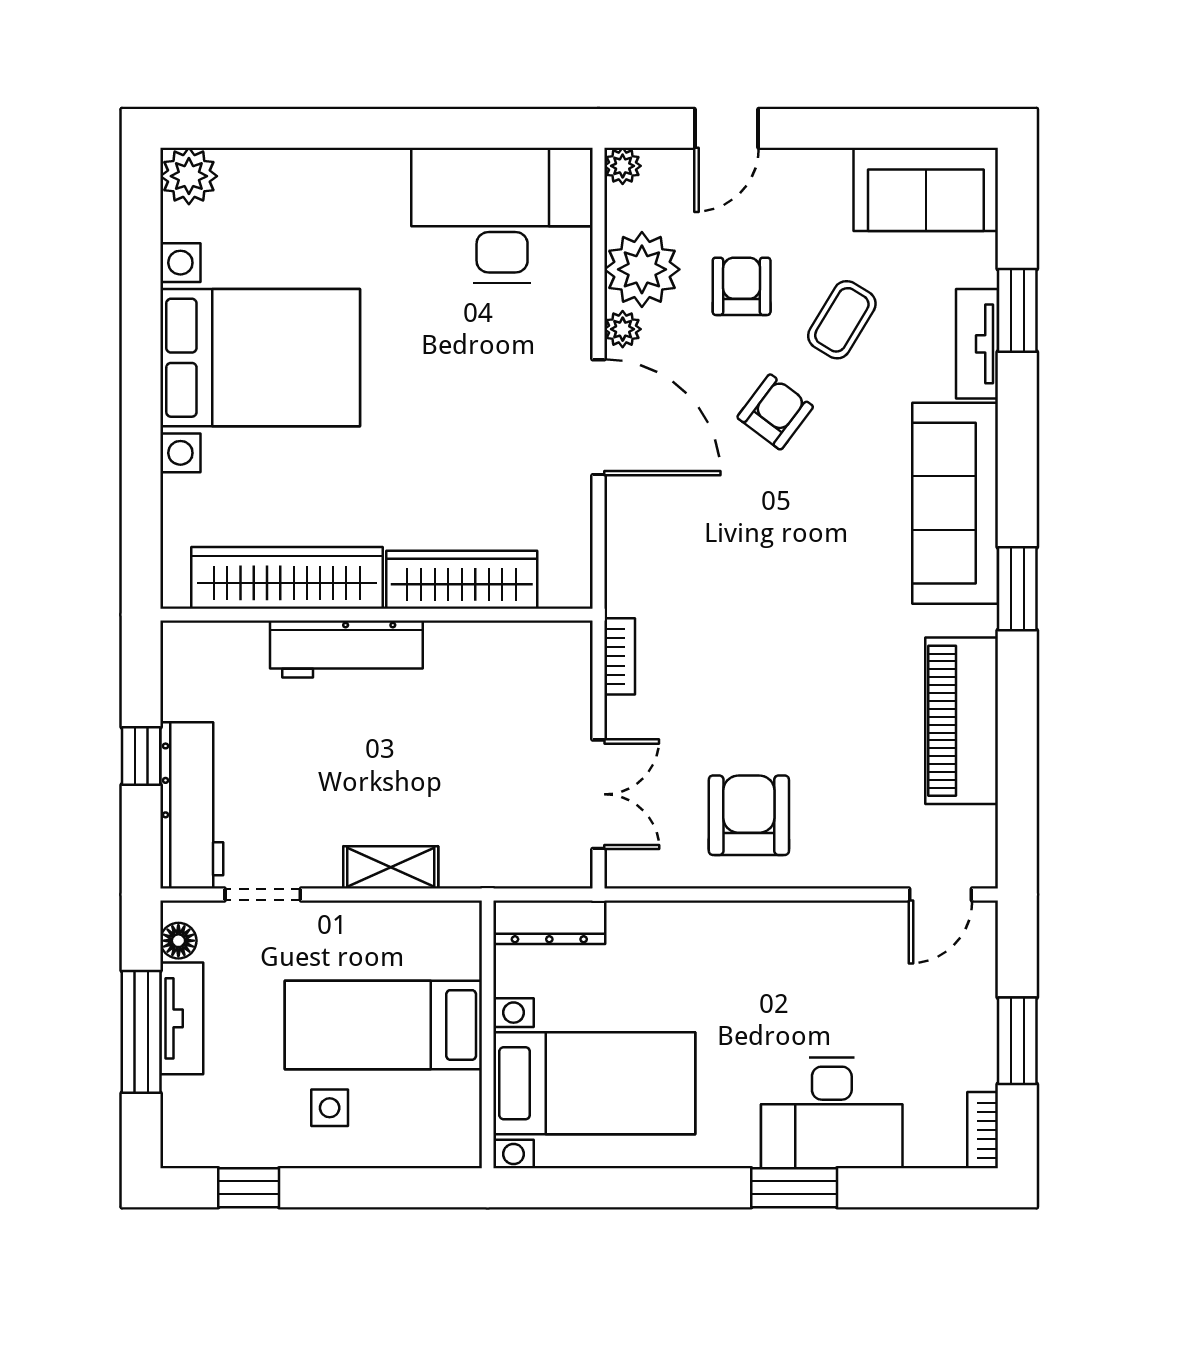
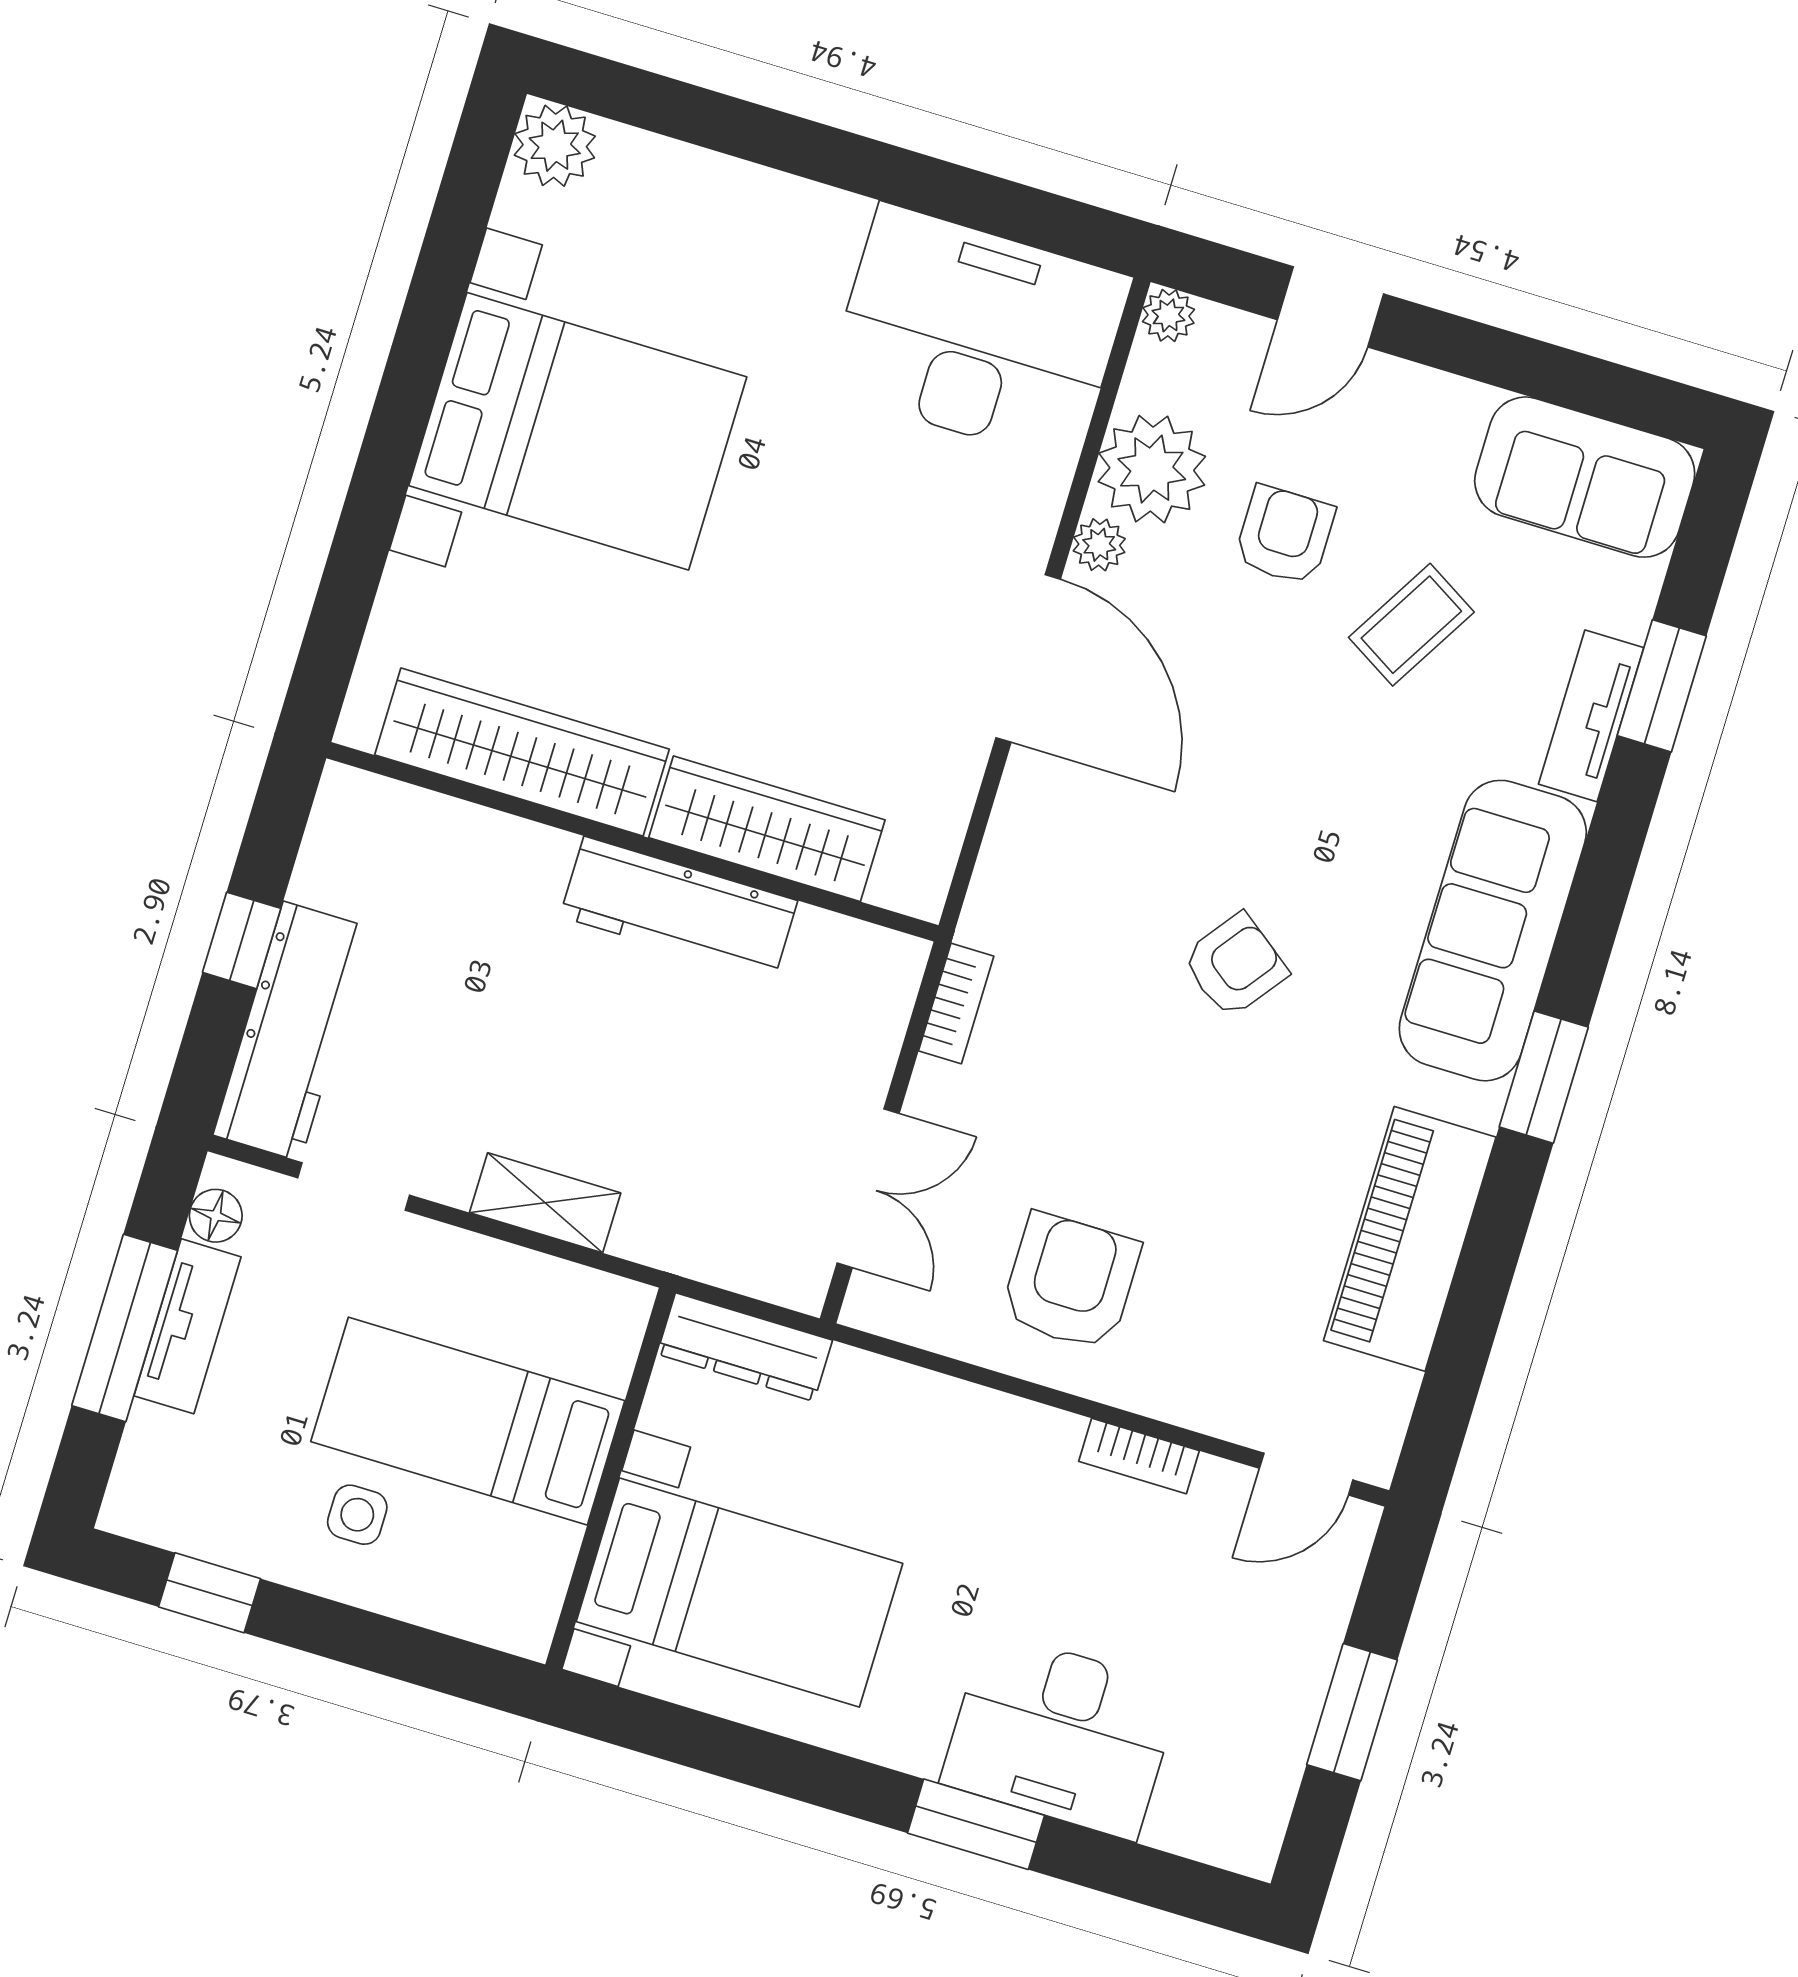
armchair: (775, 412) -> (1235, 965), moved
workbench: (346, 649) -> (679, 908), moved
bookcase: (983, 1130) -> (1139, 1456), moved, turned -90

